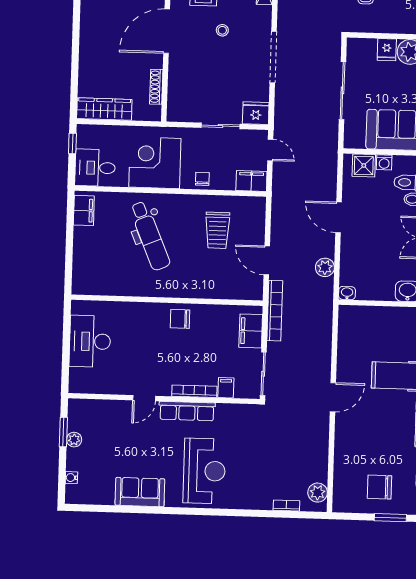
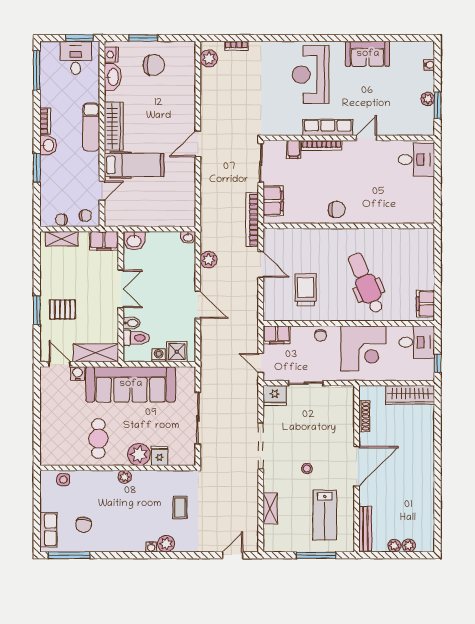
desk: (90, 341) -> (416, 160), moved, width x0.73

